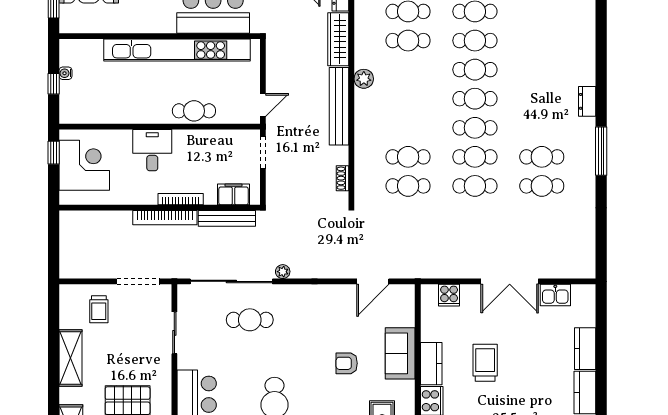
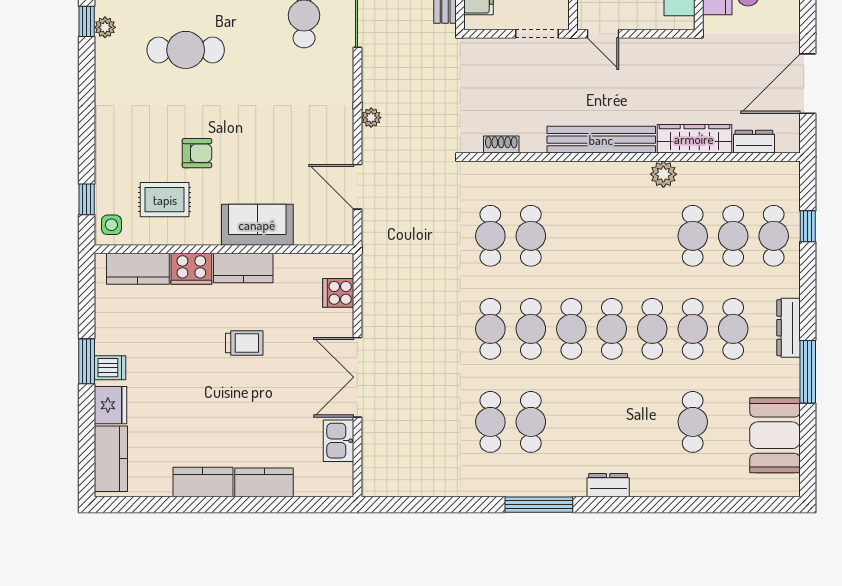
cafe table: (542, 41) -> (693, 422), added
plant: (364, 79) -> (663, 174), moved
plant: (283, 272) -> (371, 118), moved
armchair: (347, 363) -> (197, 153), moved, turned 90
trolley: (485, 363) -> (244, 343), width x0.73, depth x0.72

